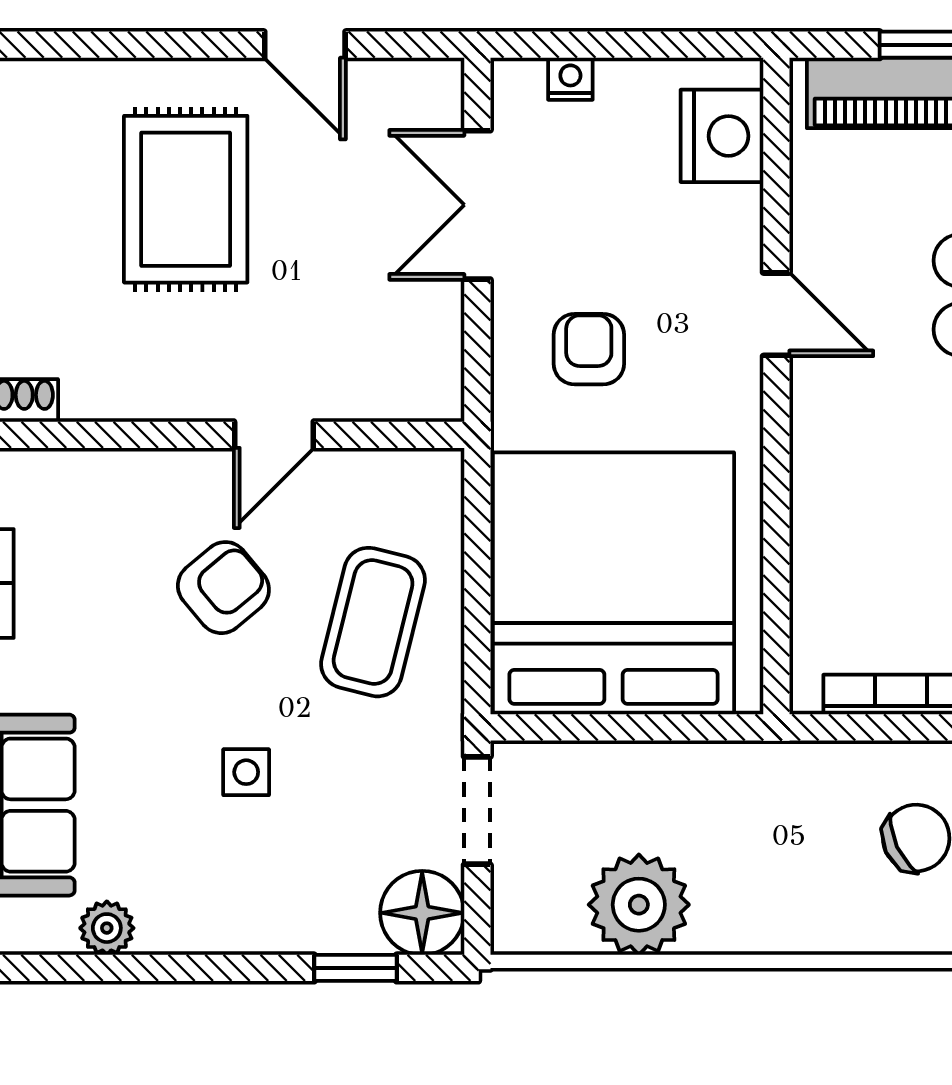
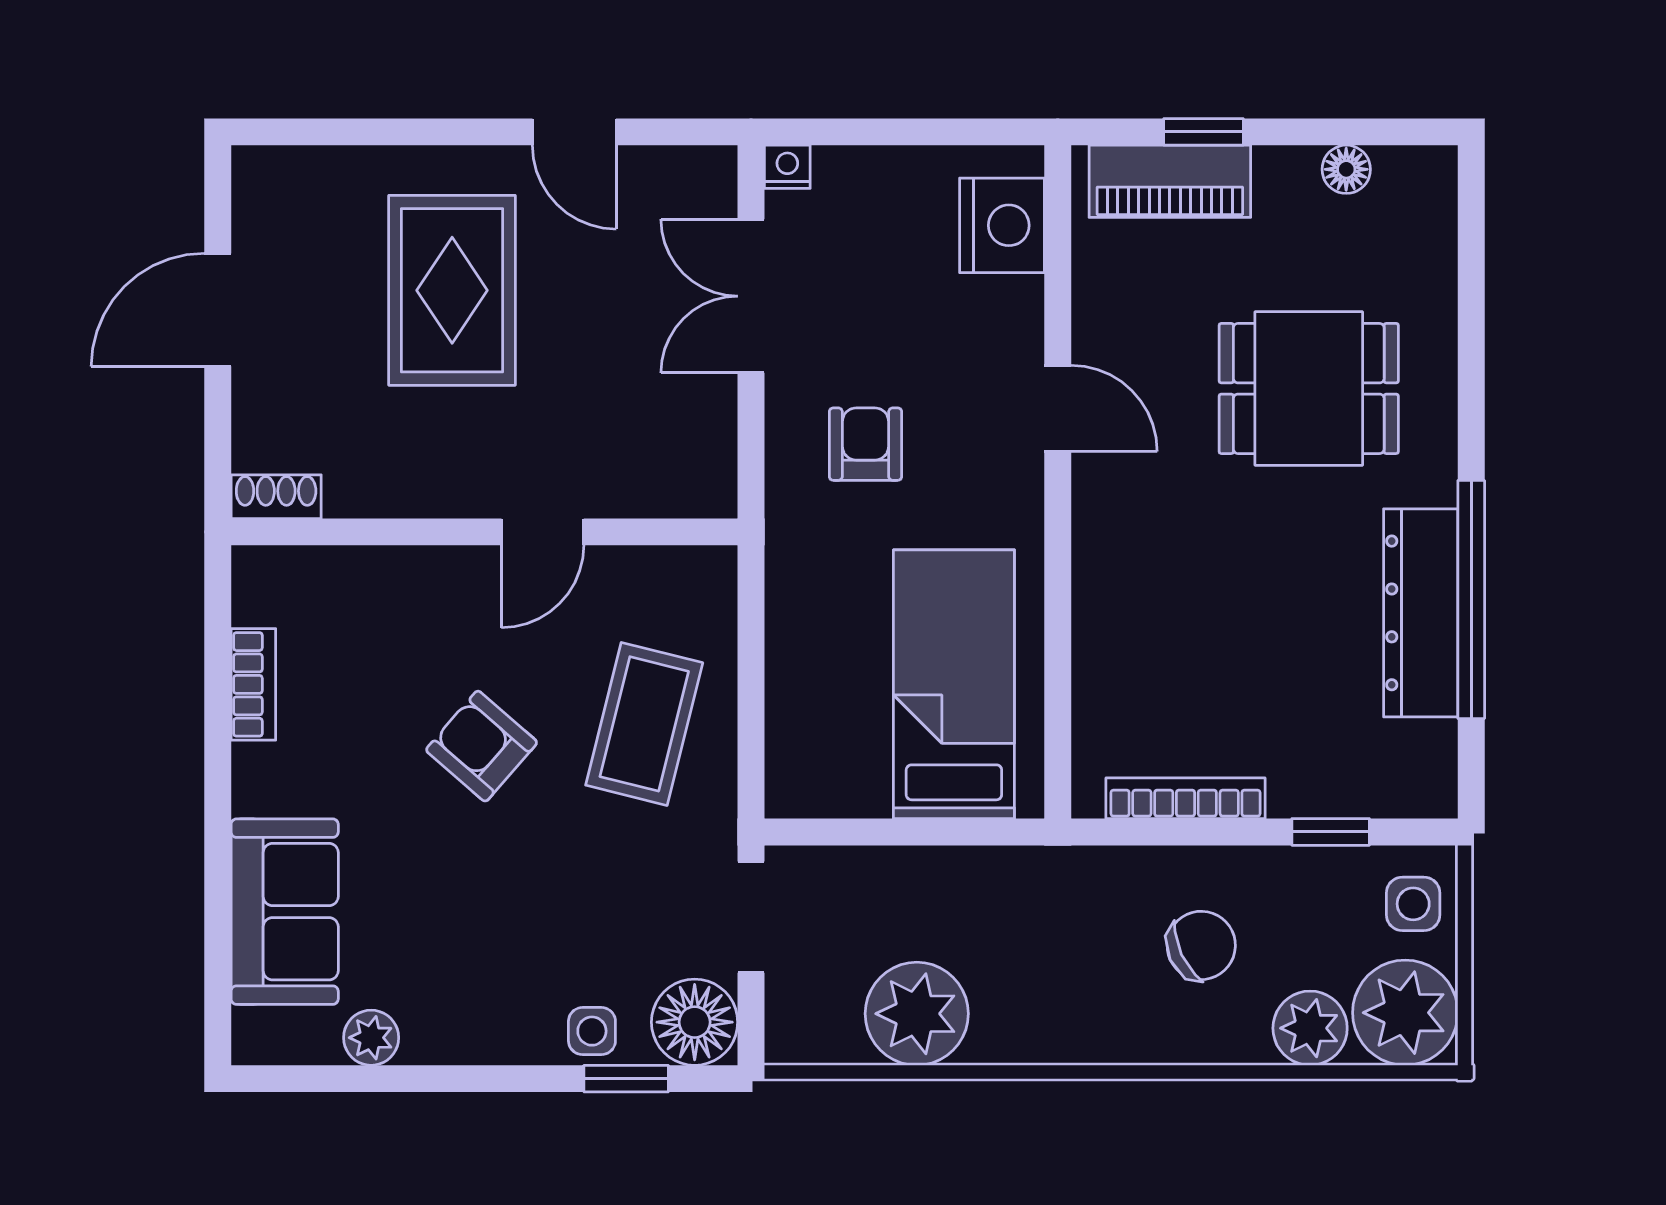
nightstand: (570, 79) -> (787, 167), moved
bed: (614, 583) -> (954, 684), width x0.49
armchair: (223, 588) -> (482, 746), moved, turned -99
side table: (246, 772) -> (592, 1031), moved

